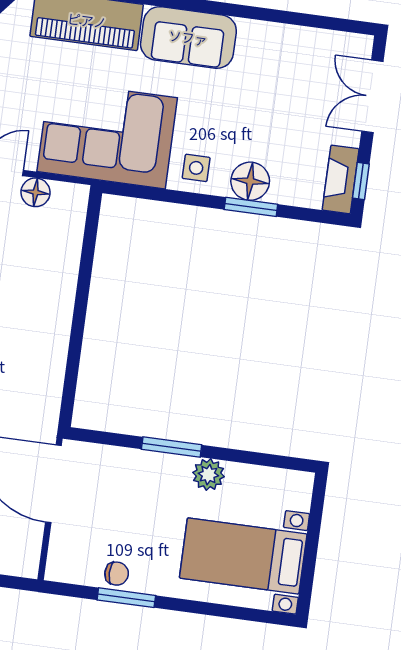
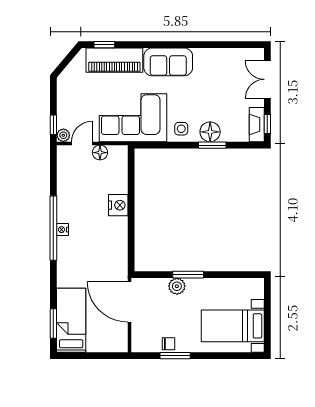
nightstand: (57, 297) -> (118, 205), added
plant: (208, 475) -> (177, 286), moved

